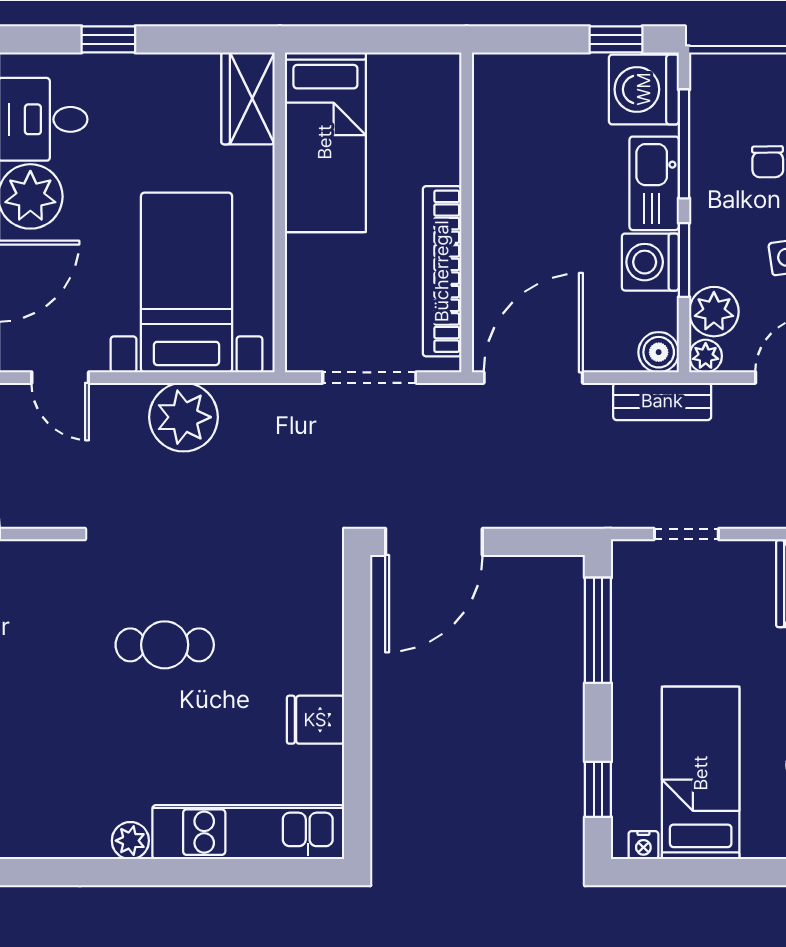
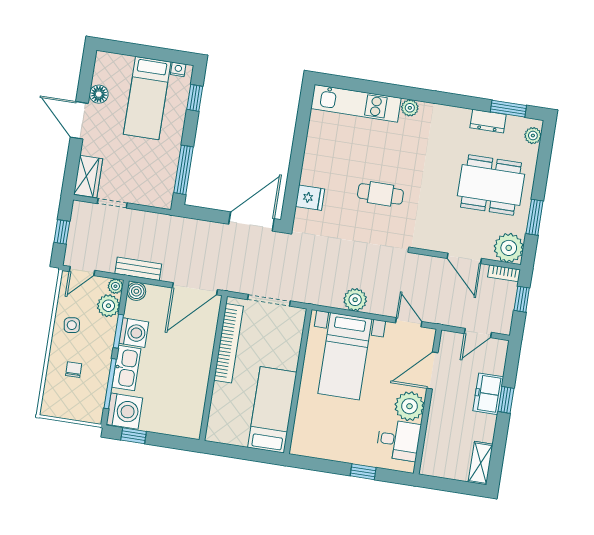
wardrobe: (248, 98) -> (304, 435), removed
plant: (184, 417) -> (355, 300), width x0.73, depth x0.73
doorway: (686, 534) -> (112, 203), moved
fridge: (315, 720) -> (310, 198), moved

